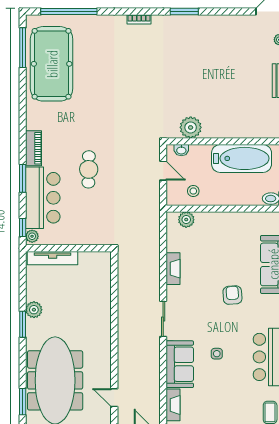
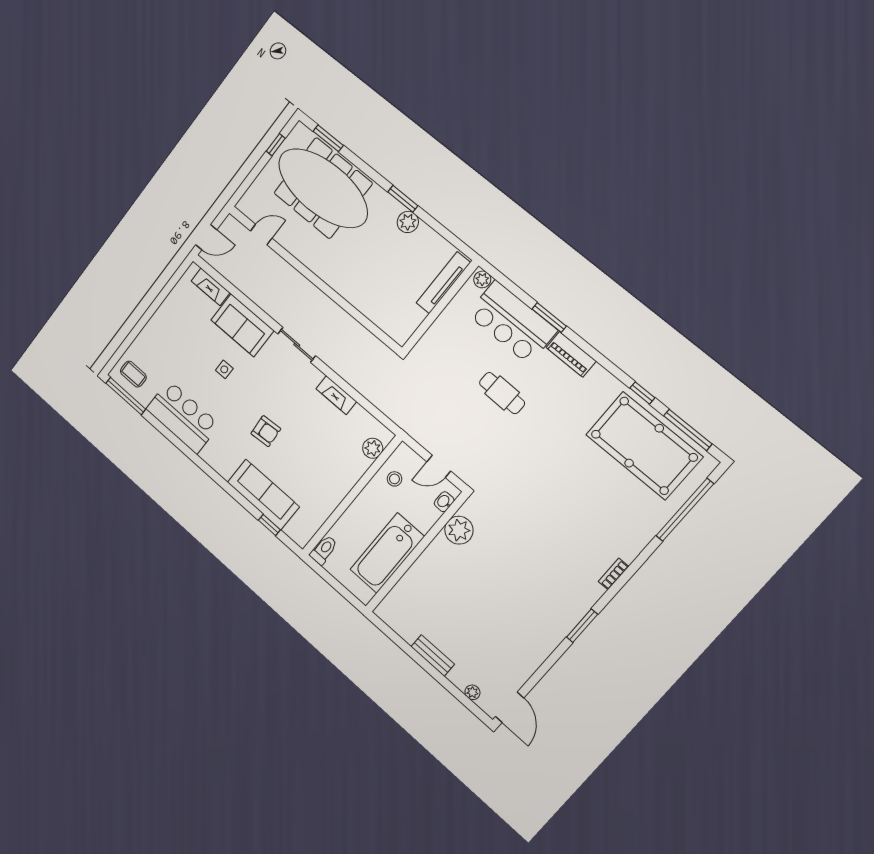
window: (23, 227) -> (642, 393), moved

